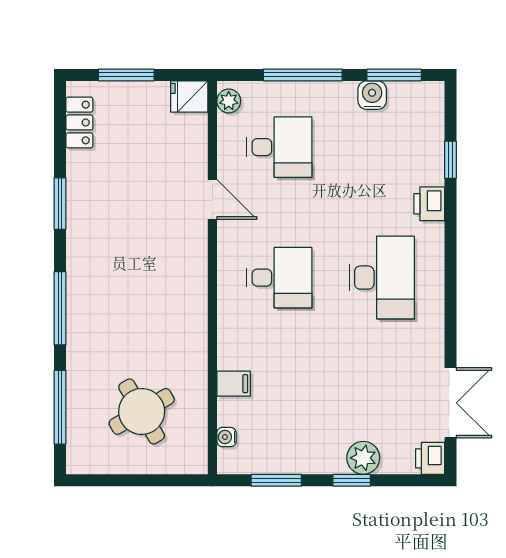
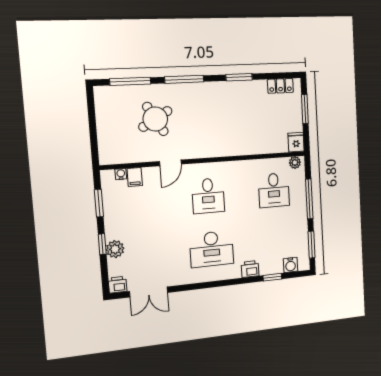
water cooler: (372, 95) -> (290, 265), moved, turned 90
door: (212, 199) -> (170, 163), moved
filing cabinet: (234, 384) -> (135, 177), moved
round table: (142, 411) -> (155, 119), moved

